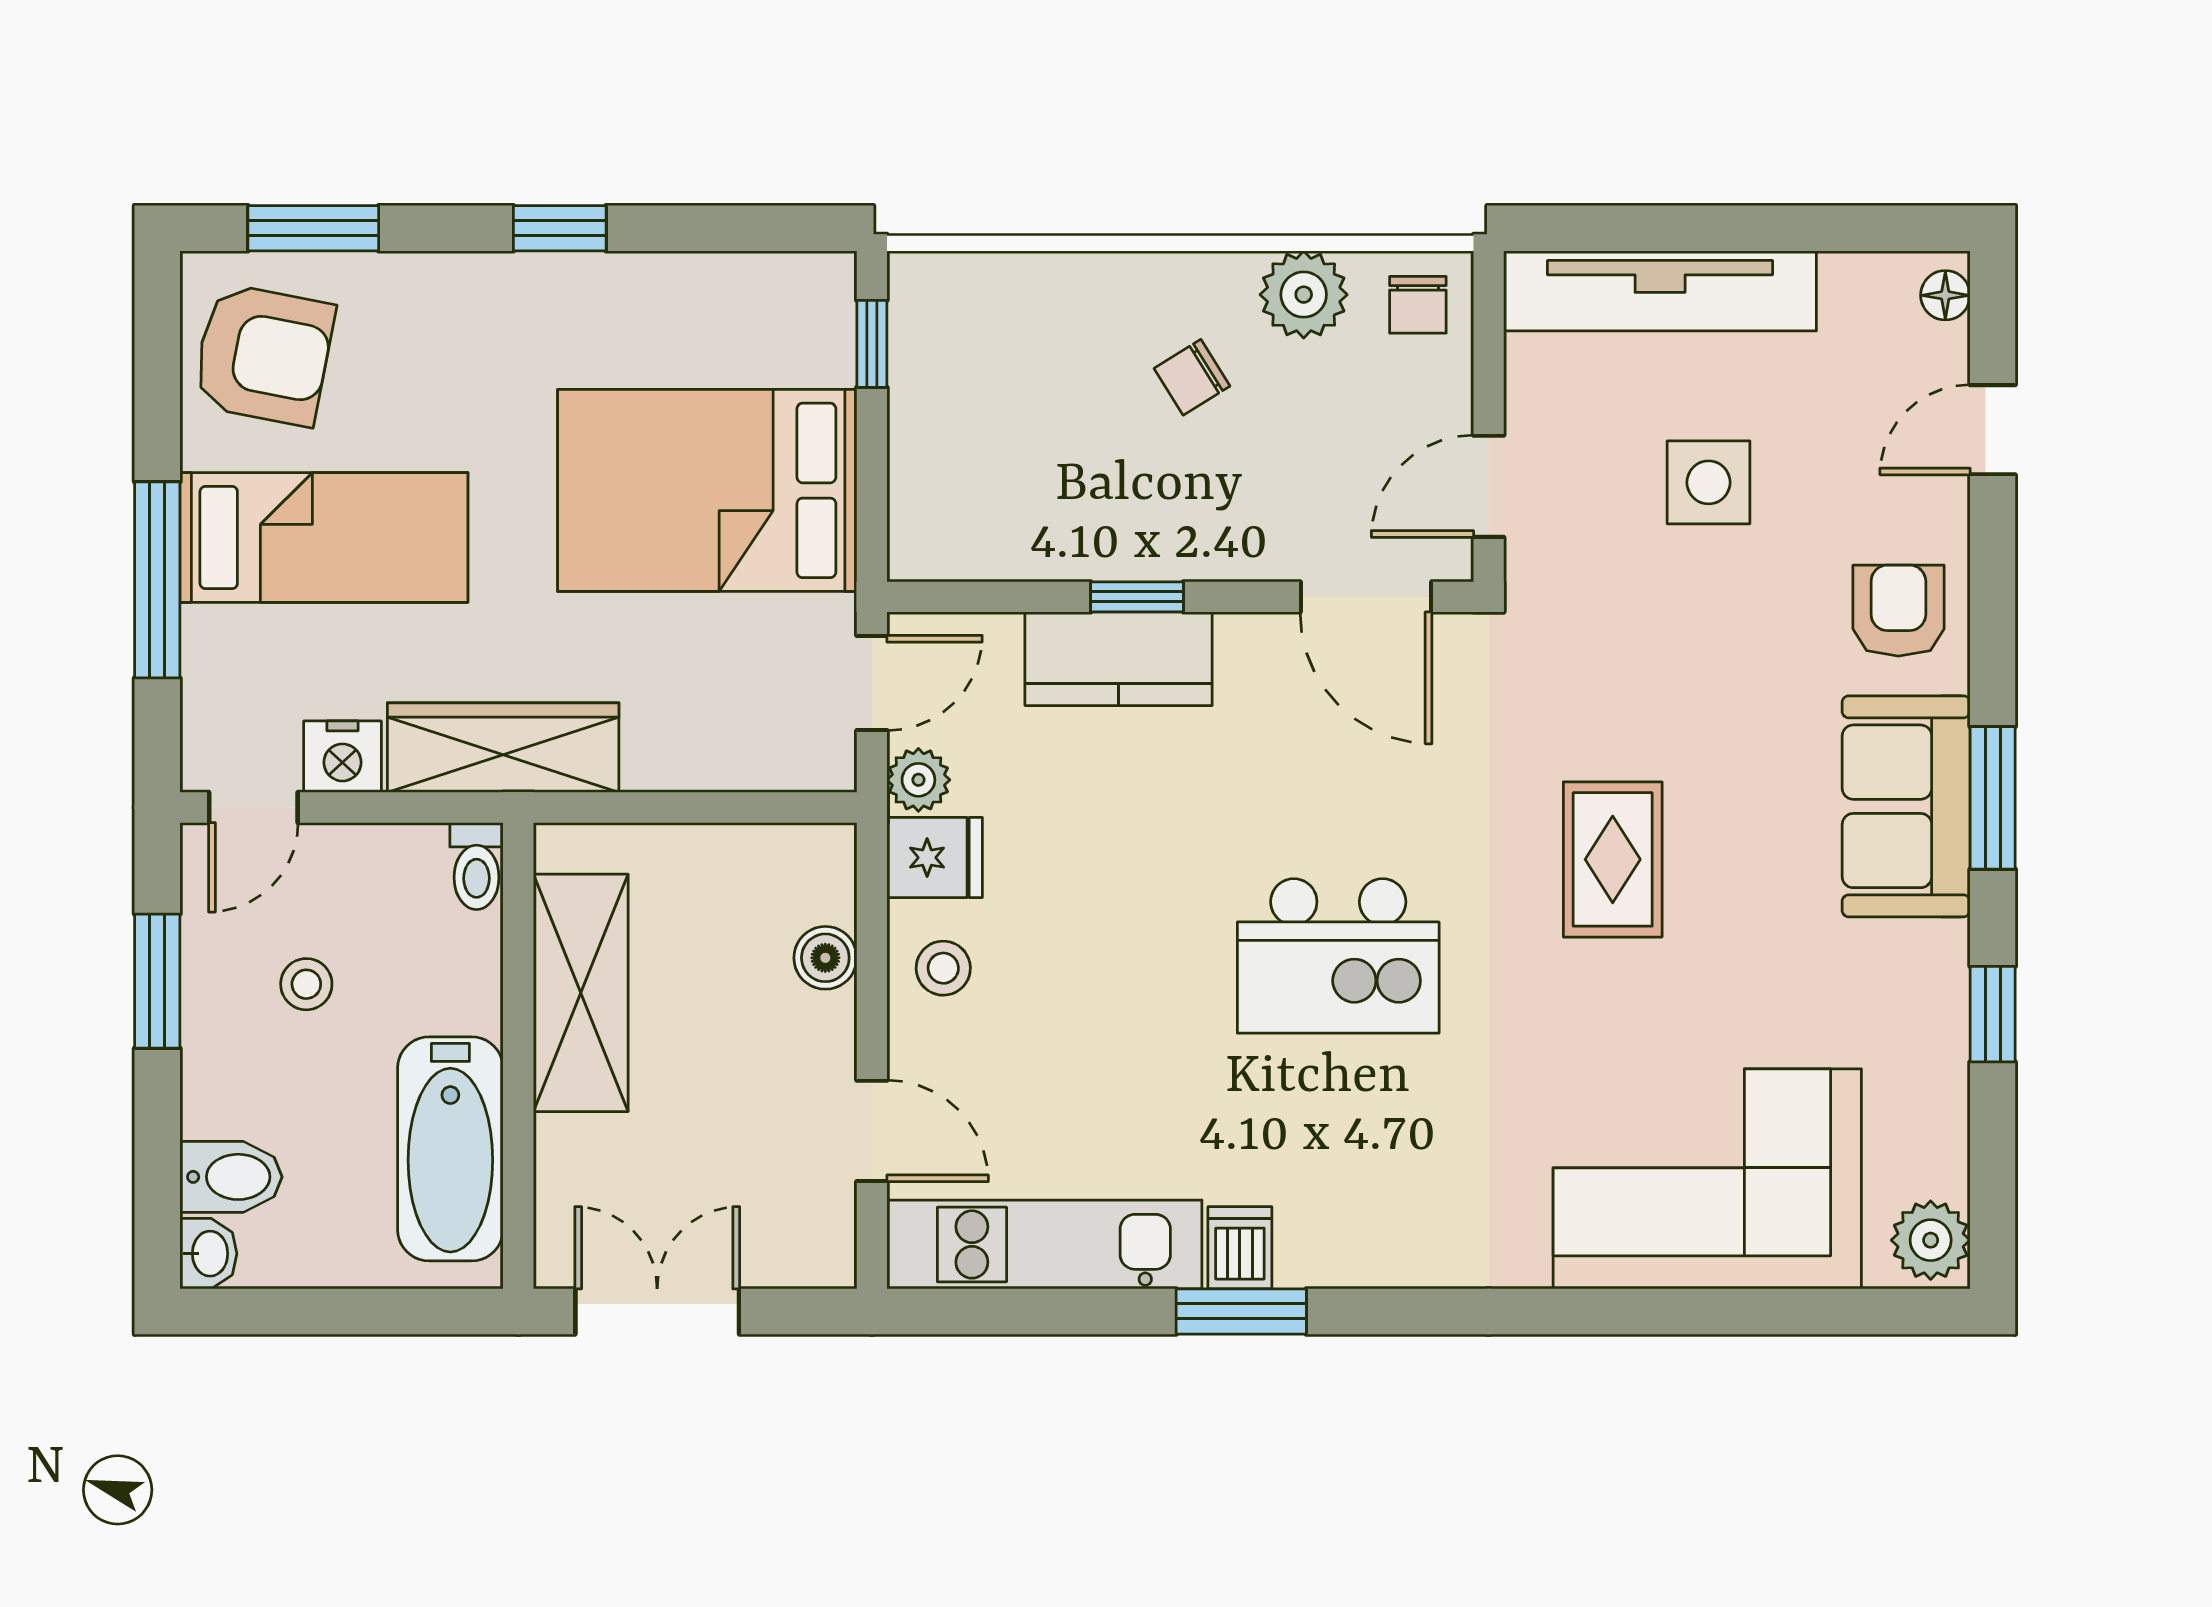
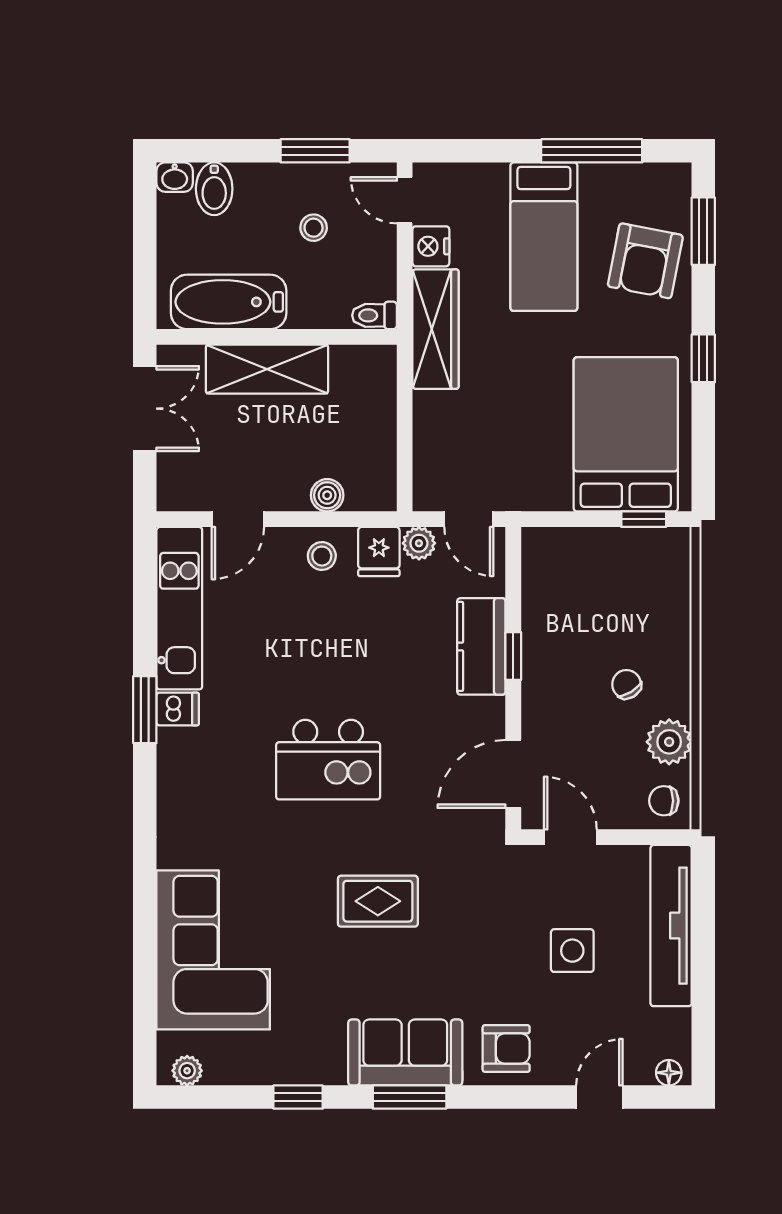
armchair: (263, 355) -> (645, 261), moved
door: (1993, 430) -> (599, 1097), hinge flipped
bed: (707, 490) -> (626, 434), moved
window: (157, 580) -> (592, 151), moved
kitchen island: (1338, 956) -> (328, 760), turned -90
shelving: (581, 993) -> (267, 369), moved
plant: (1931, 1240) -> (187, 1071), width x0.73, depth x0.73

